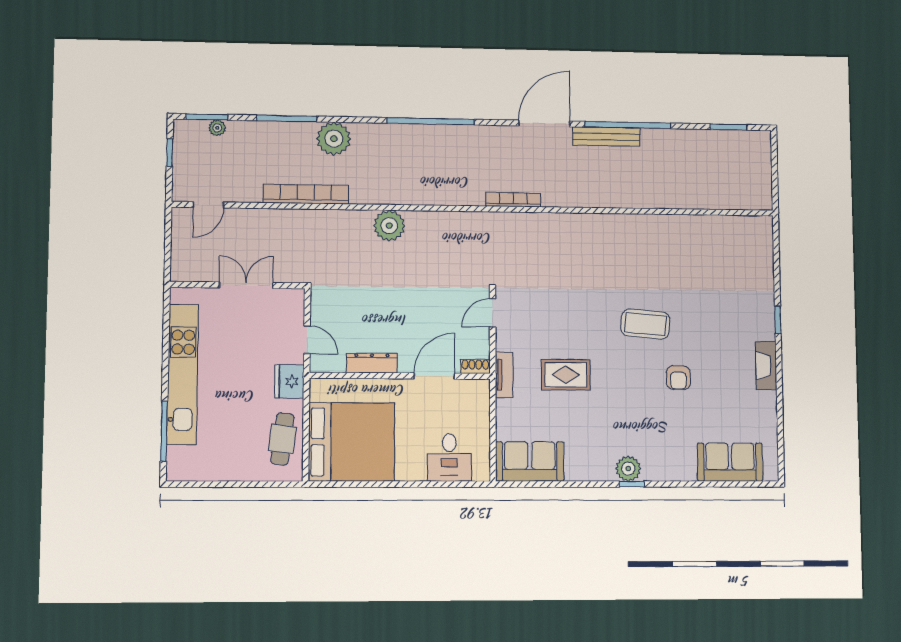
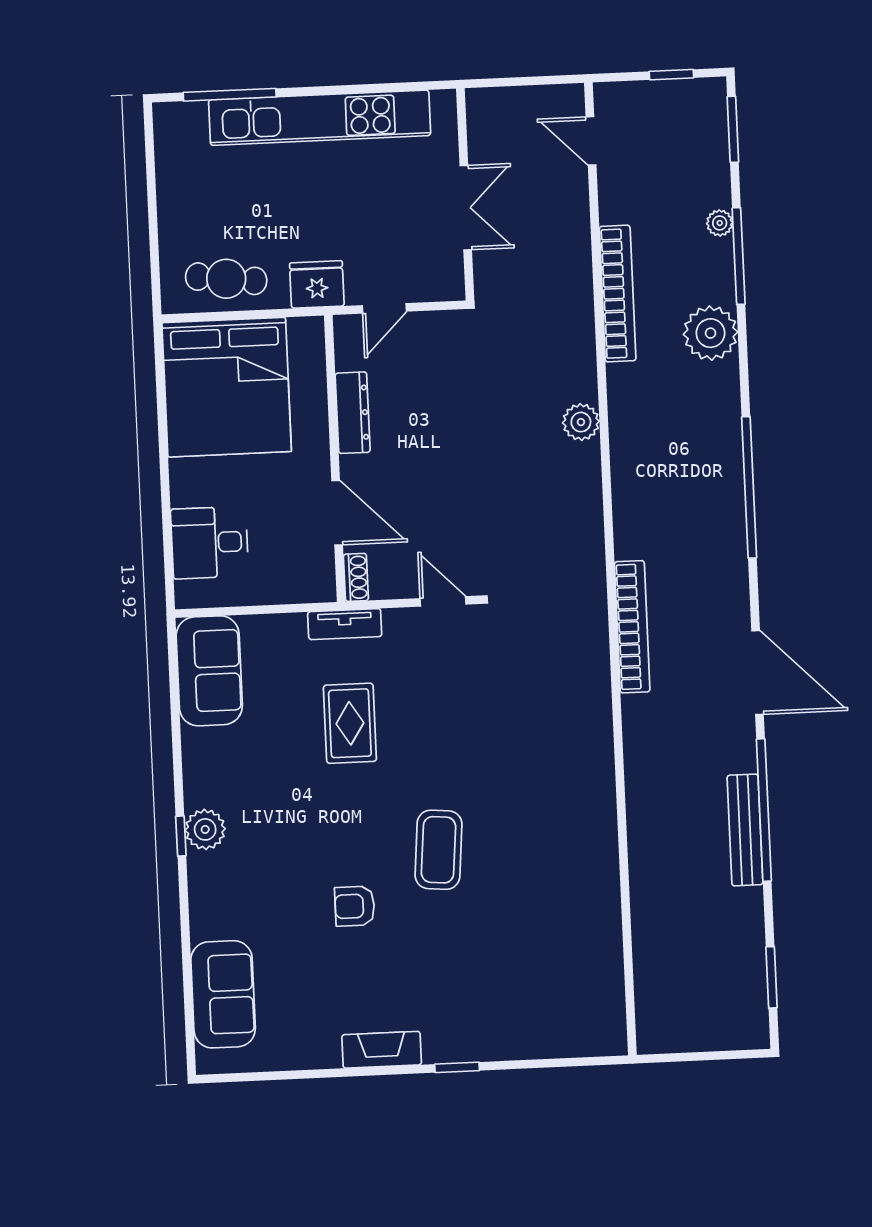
plant: (217, 128) -> (720, 223), moved
bench: (606, 137) -> (745, 830), moved
bookcase: (513, 200) -> (632, 627), width x1.48, depth x1.31
plant: (389, 226) -> (581, 422), width x0.73, depth x0.73

